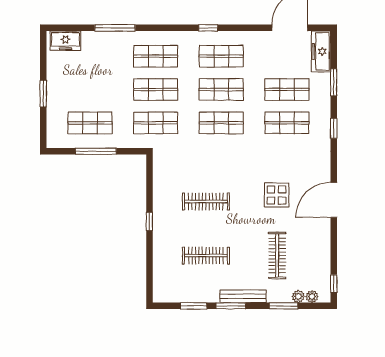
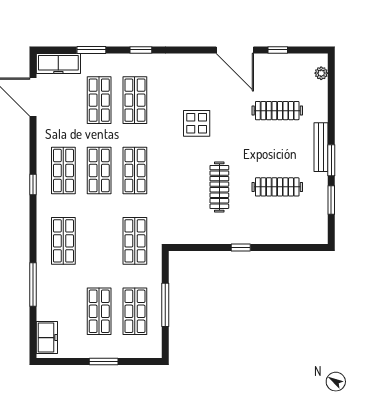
shop shelf: (156, 90) -> (99, 311), moved
display table: (277, 195) -> (197, 123), moved
door: (334, 200) -> (235, 50), moved
clothes rail: (206, 256) -> (277, 187), turned 90
window: (334, 284) -> (278, 50), moved
plant: (298, 296) -> (321, 88), removed
window: (284, 306) -> (331, 104), removed

